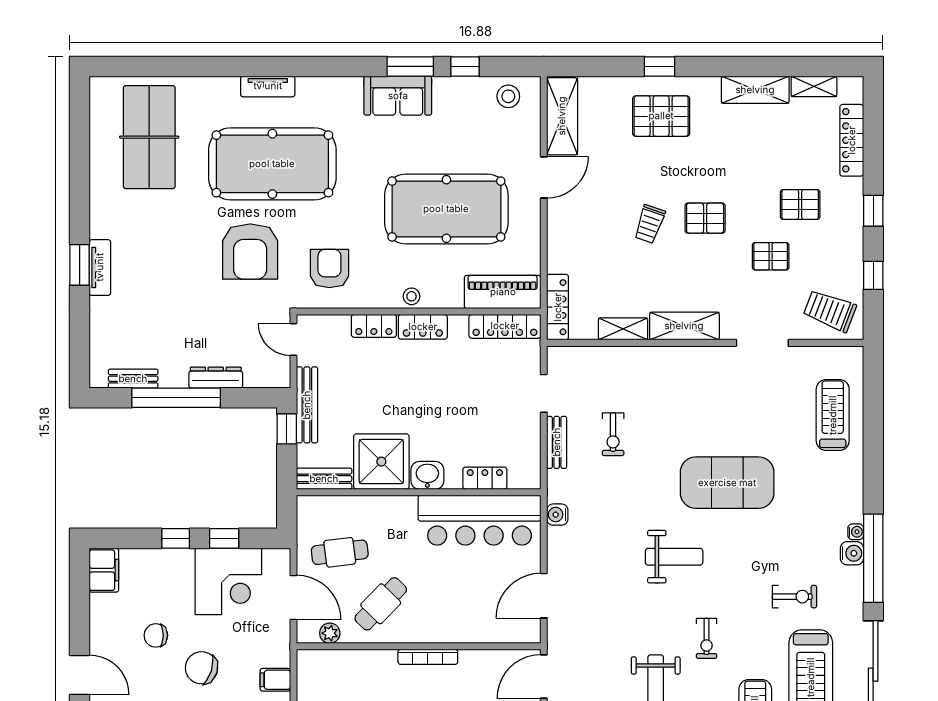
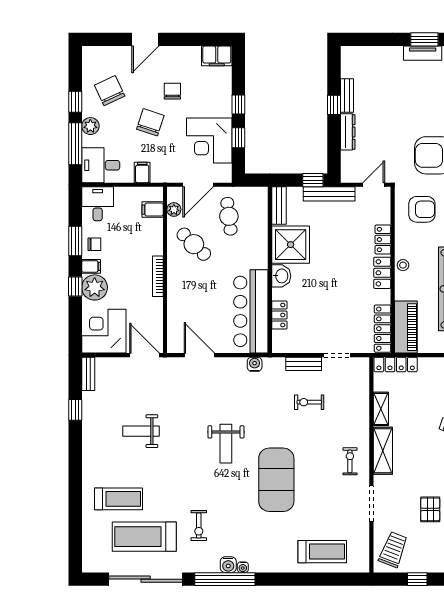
bench: (133, 379) -> (347, 96), moved
window: (176, 398) -> (334, 105), width x0.32
exercise bike: (707, 638) -> (350, 461), moved, turned 90
filing cabinet: (330, 665) -> (153, 210), added

